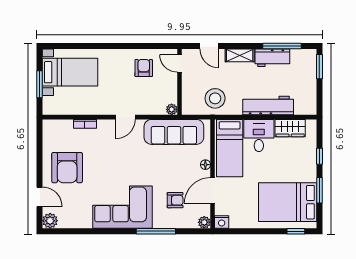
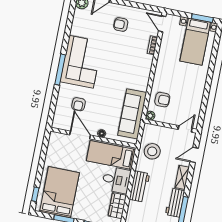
armchair: (144, 68) -> (162, 100), moved
window: (40, 84) -> (202, 18), moved
workbench: (268, 106) -> (139, 187), width x0.73
door: (125, 117) -> (162, 24), moved
armchair: (67, 168) -> (121, 24), width x0.53, depth x0.53
plant: (204, 222) -> (57, 124), removed
nightstand: (222, 222) -> (54, 137), removed
window: (156, 231) -> (60, 70), moved

